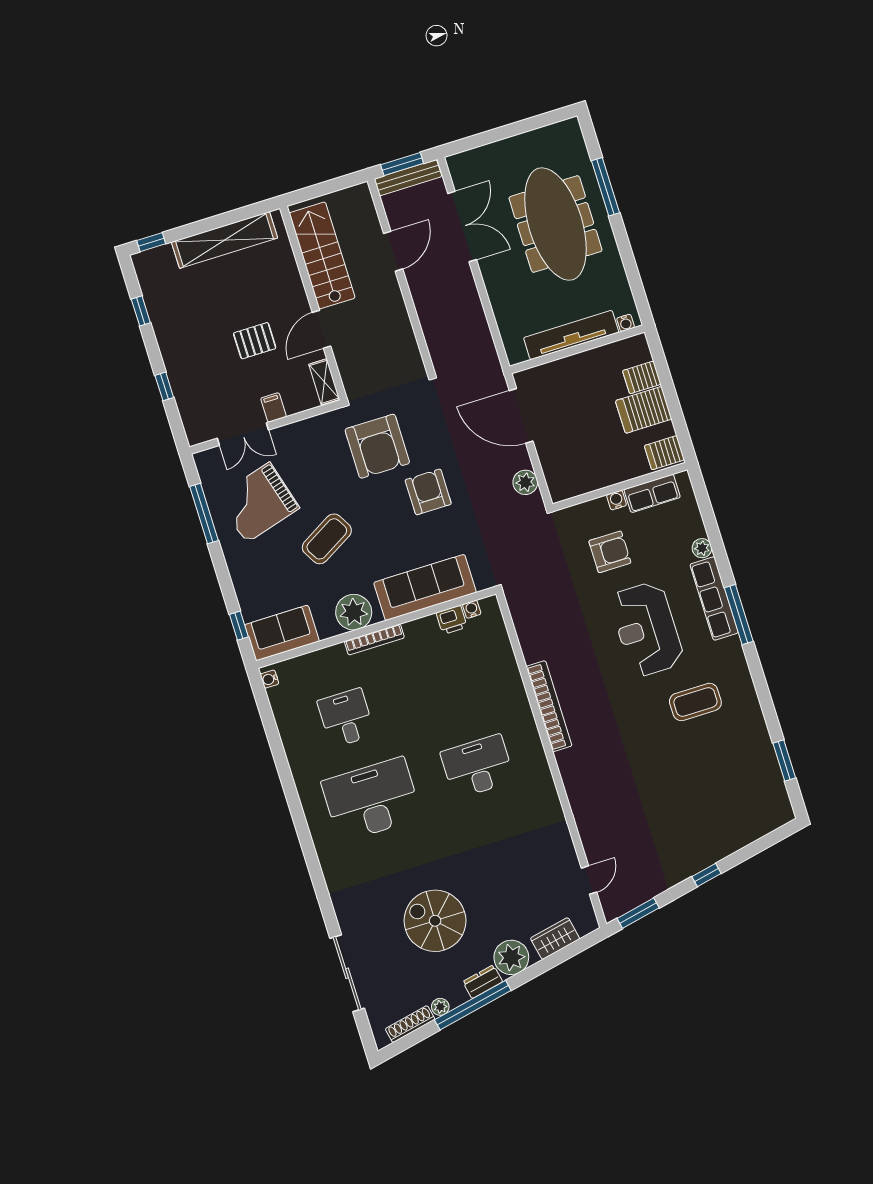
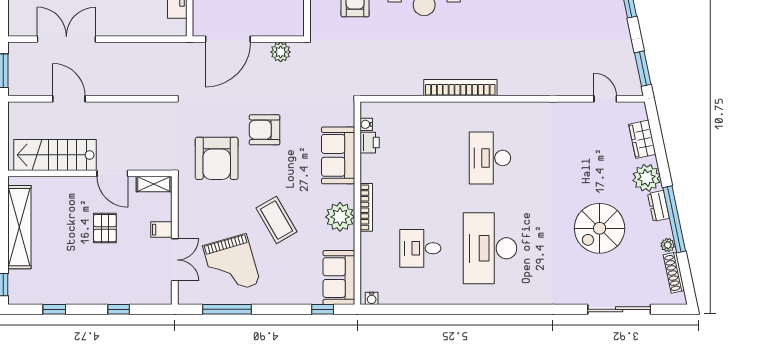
bench: (408, 178) -> (15, 69), removed
armchair: (377, 446) -> (217, 158), turned 90
sofa: (425, 587) -> (338, 155), width x0.73

